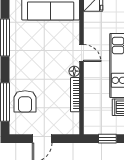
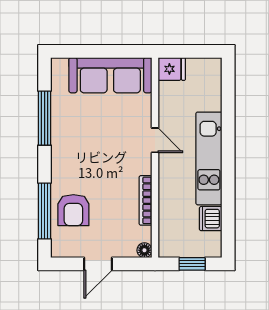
floor lamp: (74, 71) -> (144, 250), moved

